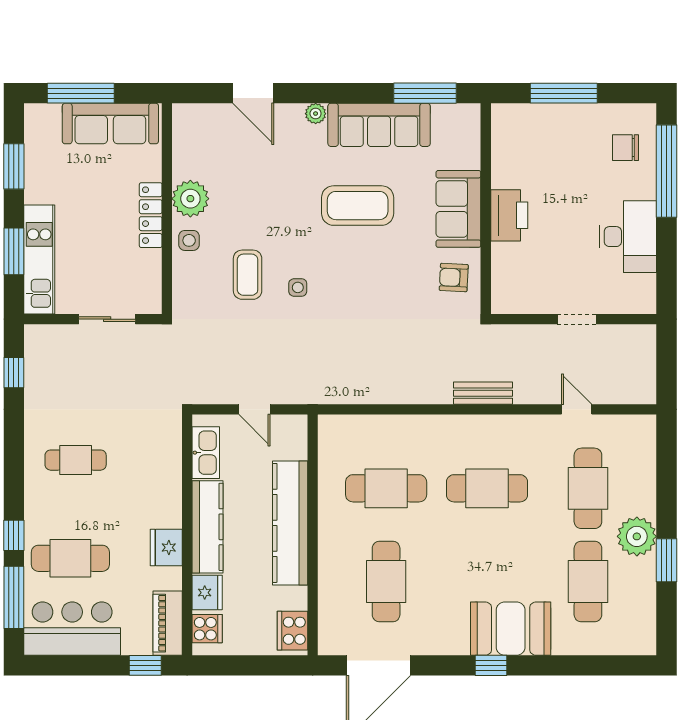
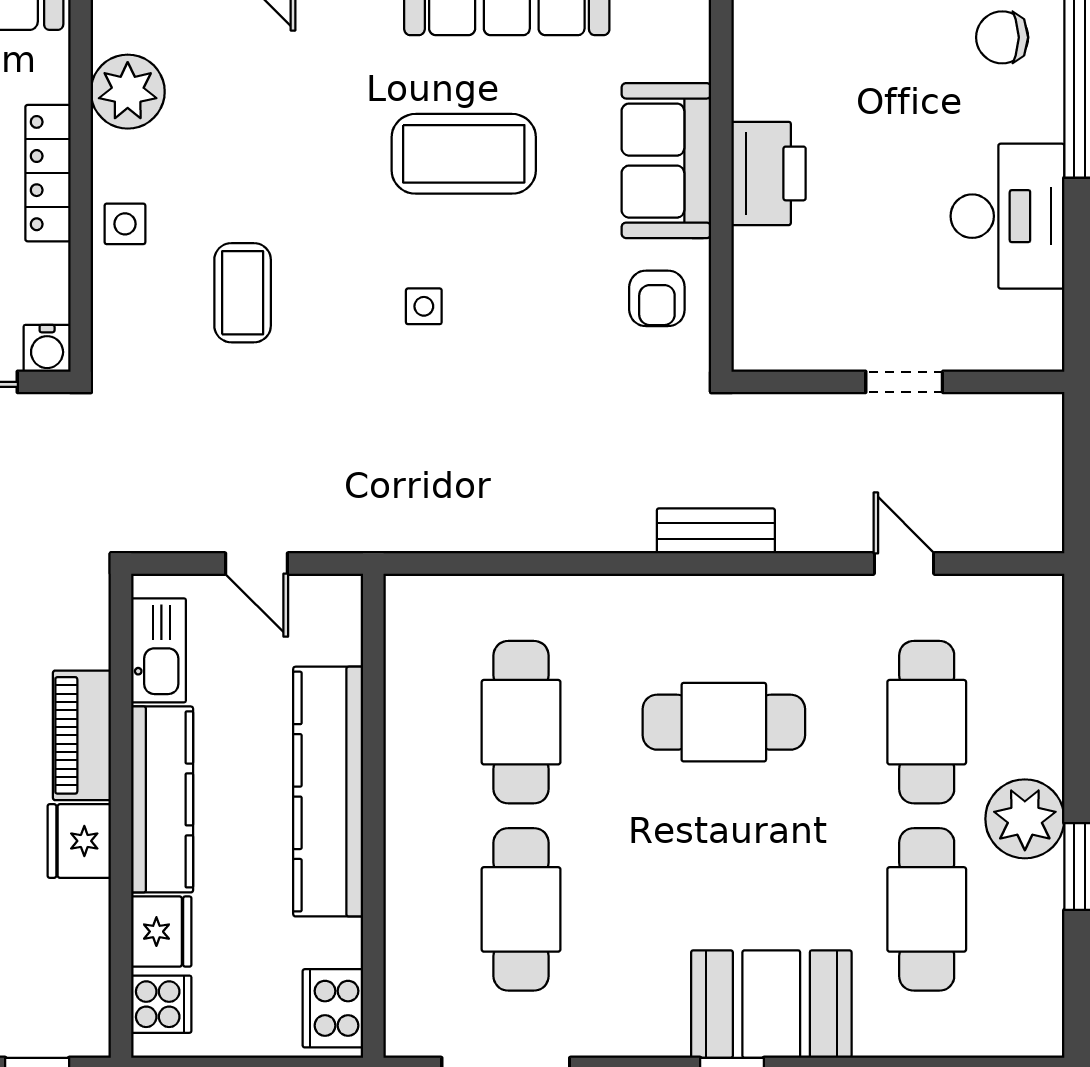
plant: (190, 199) -> (128, 92), moved
armchair: (454, 277) -> (657, 298), turned -93
side table: (298, 287) -> (424, 306), moved
water cooler: (150, 302) -> (47, 348), added
cafe table: (386, 488) -> (521, 722), turned 90
piano: (168, 623) -> (82, 735), moved

